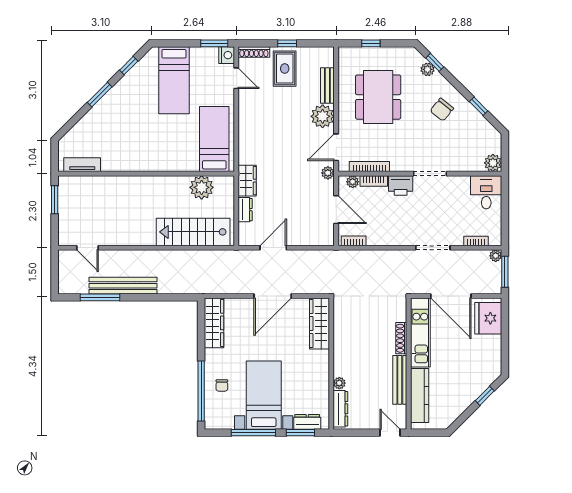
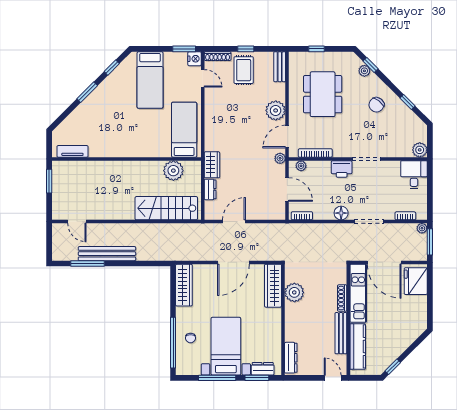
bench: (327, 85) -> (280, 67), moved
bookcase: (374, 181) -> (319, 165), removed
floor lamp: (400, 238) -> (341, 213), added
plant: (339, 383) -> (294, 292), moved, width x1.87, depth x1.87
window: (485, 396) -> (393, 367), moved

